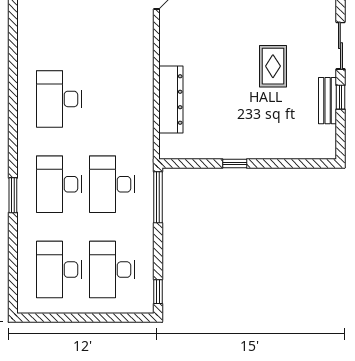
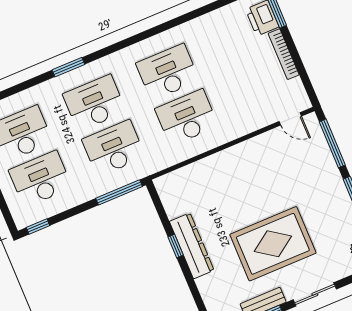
rug: (273, 66) -> (273, 244), width x1.86, depth x2.06
desk: (112, 99) -> (187, 117), added
dresser: (171, 99) -> (192, 246), moved, turned -90

